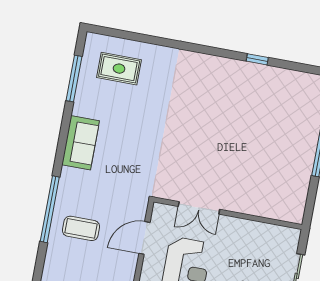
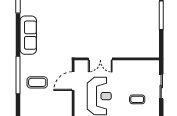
sofa: (81, 143) -> (28, 35), width x1.36

